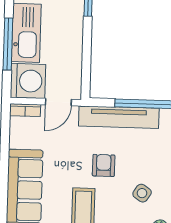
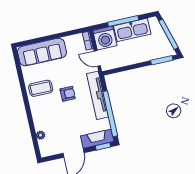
side table: (142, 193) -> (57, 120), removed

